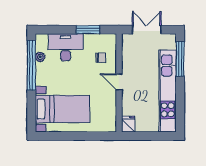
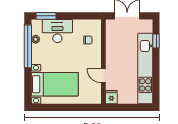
window: (88, 30) -> (46, 16), moved
window: (180, 59) -> (156, 41), width x0.46
door: (119, 82) -> (103, 76), moved

